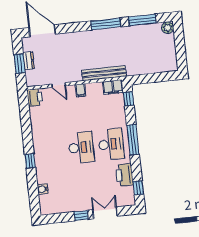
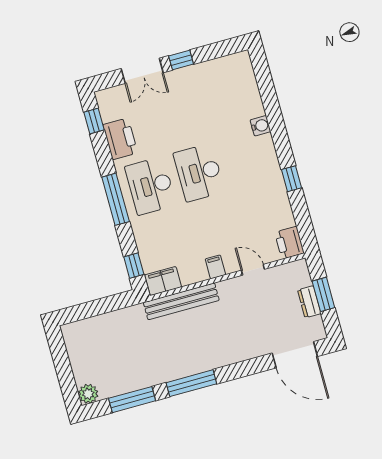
window: (30, 161) -> (292, 179), moved
water cooler: (43, 189) -> (260, 126), moved

